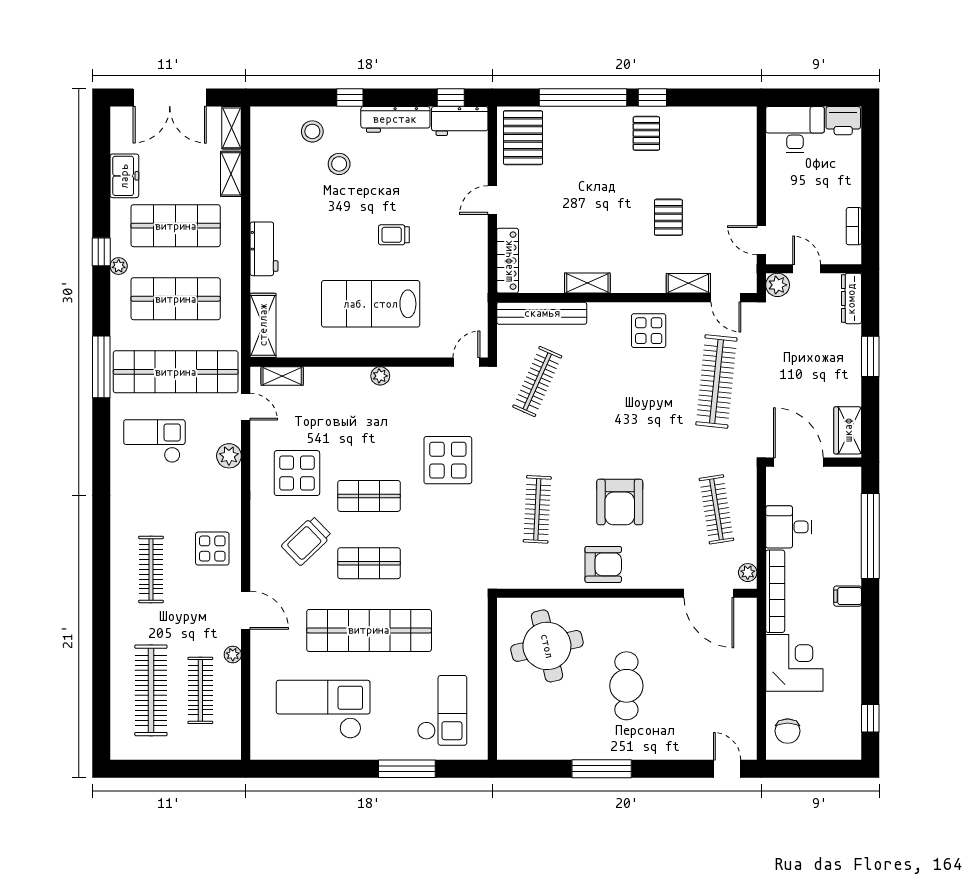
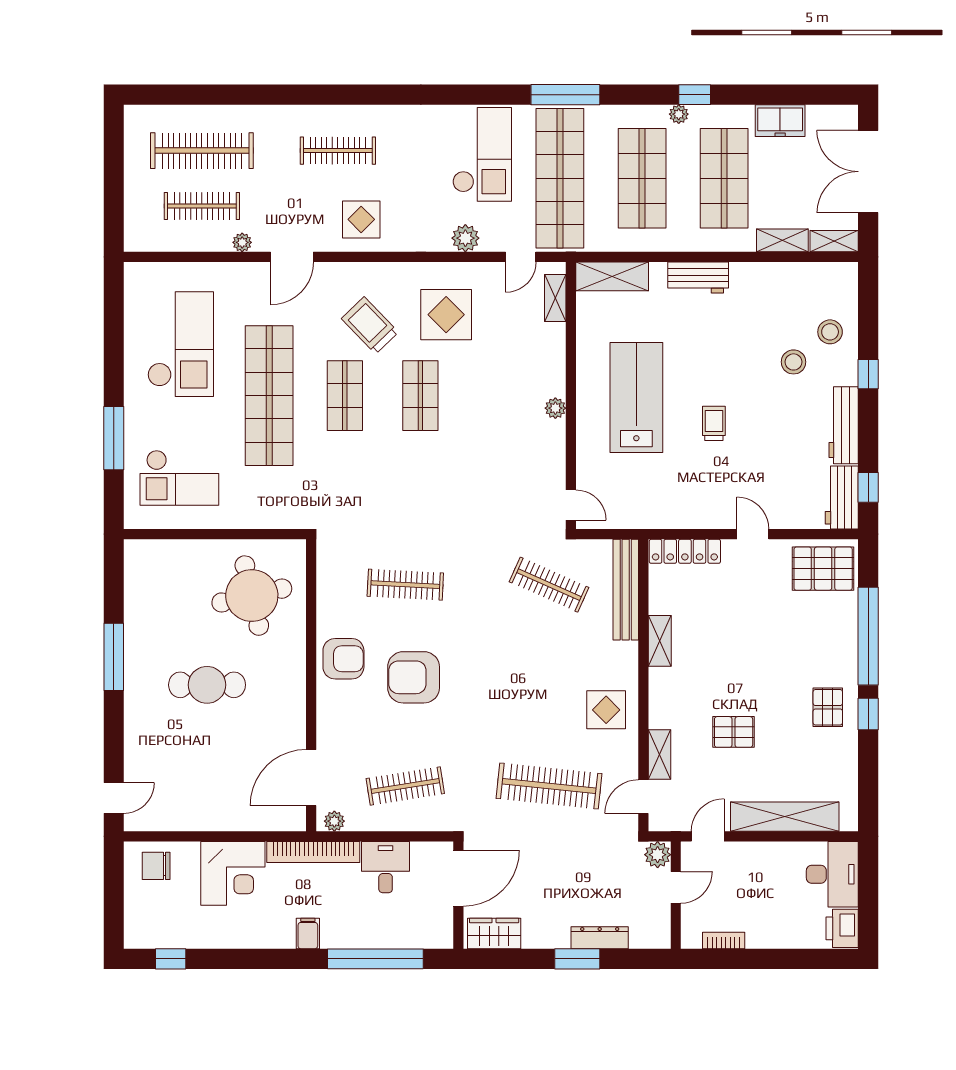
pallet: (646, 133) -> (828, 707), turned 90
shelving: (744, 172) -> (785, 817), added
dresser: (851, 299) -> (600, 938), moved
checkout: (154, 441) -> (482, 154), width x1.36, depth x1.21
display table: (448, 460) -> (461, 484), removed
armchair: (603, 564) -> (343, 659), turned -90

